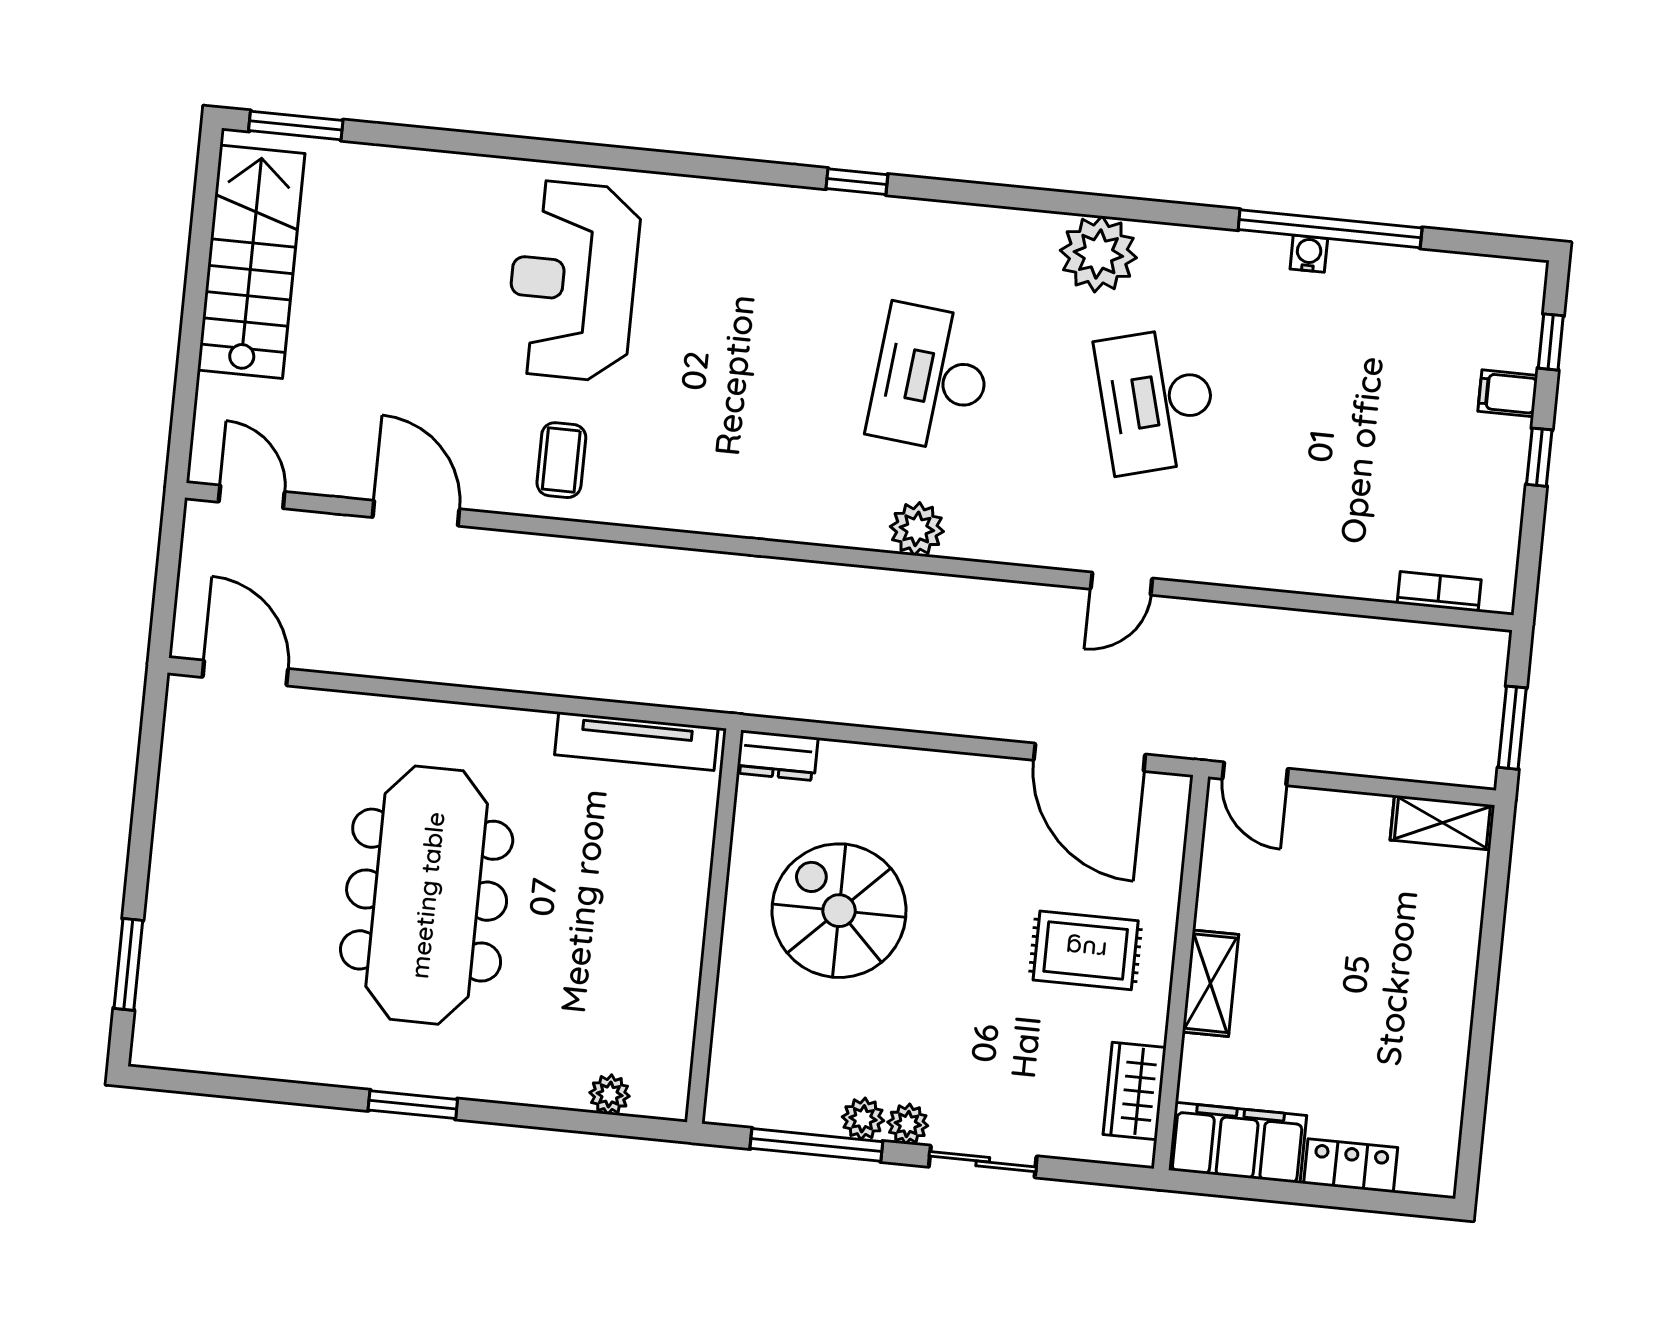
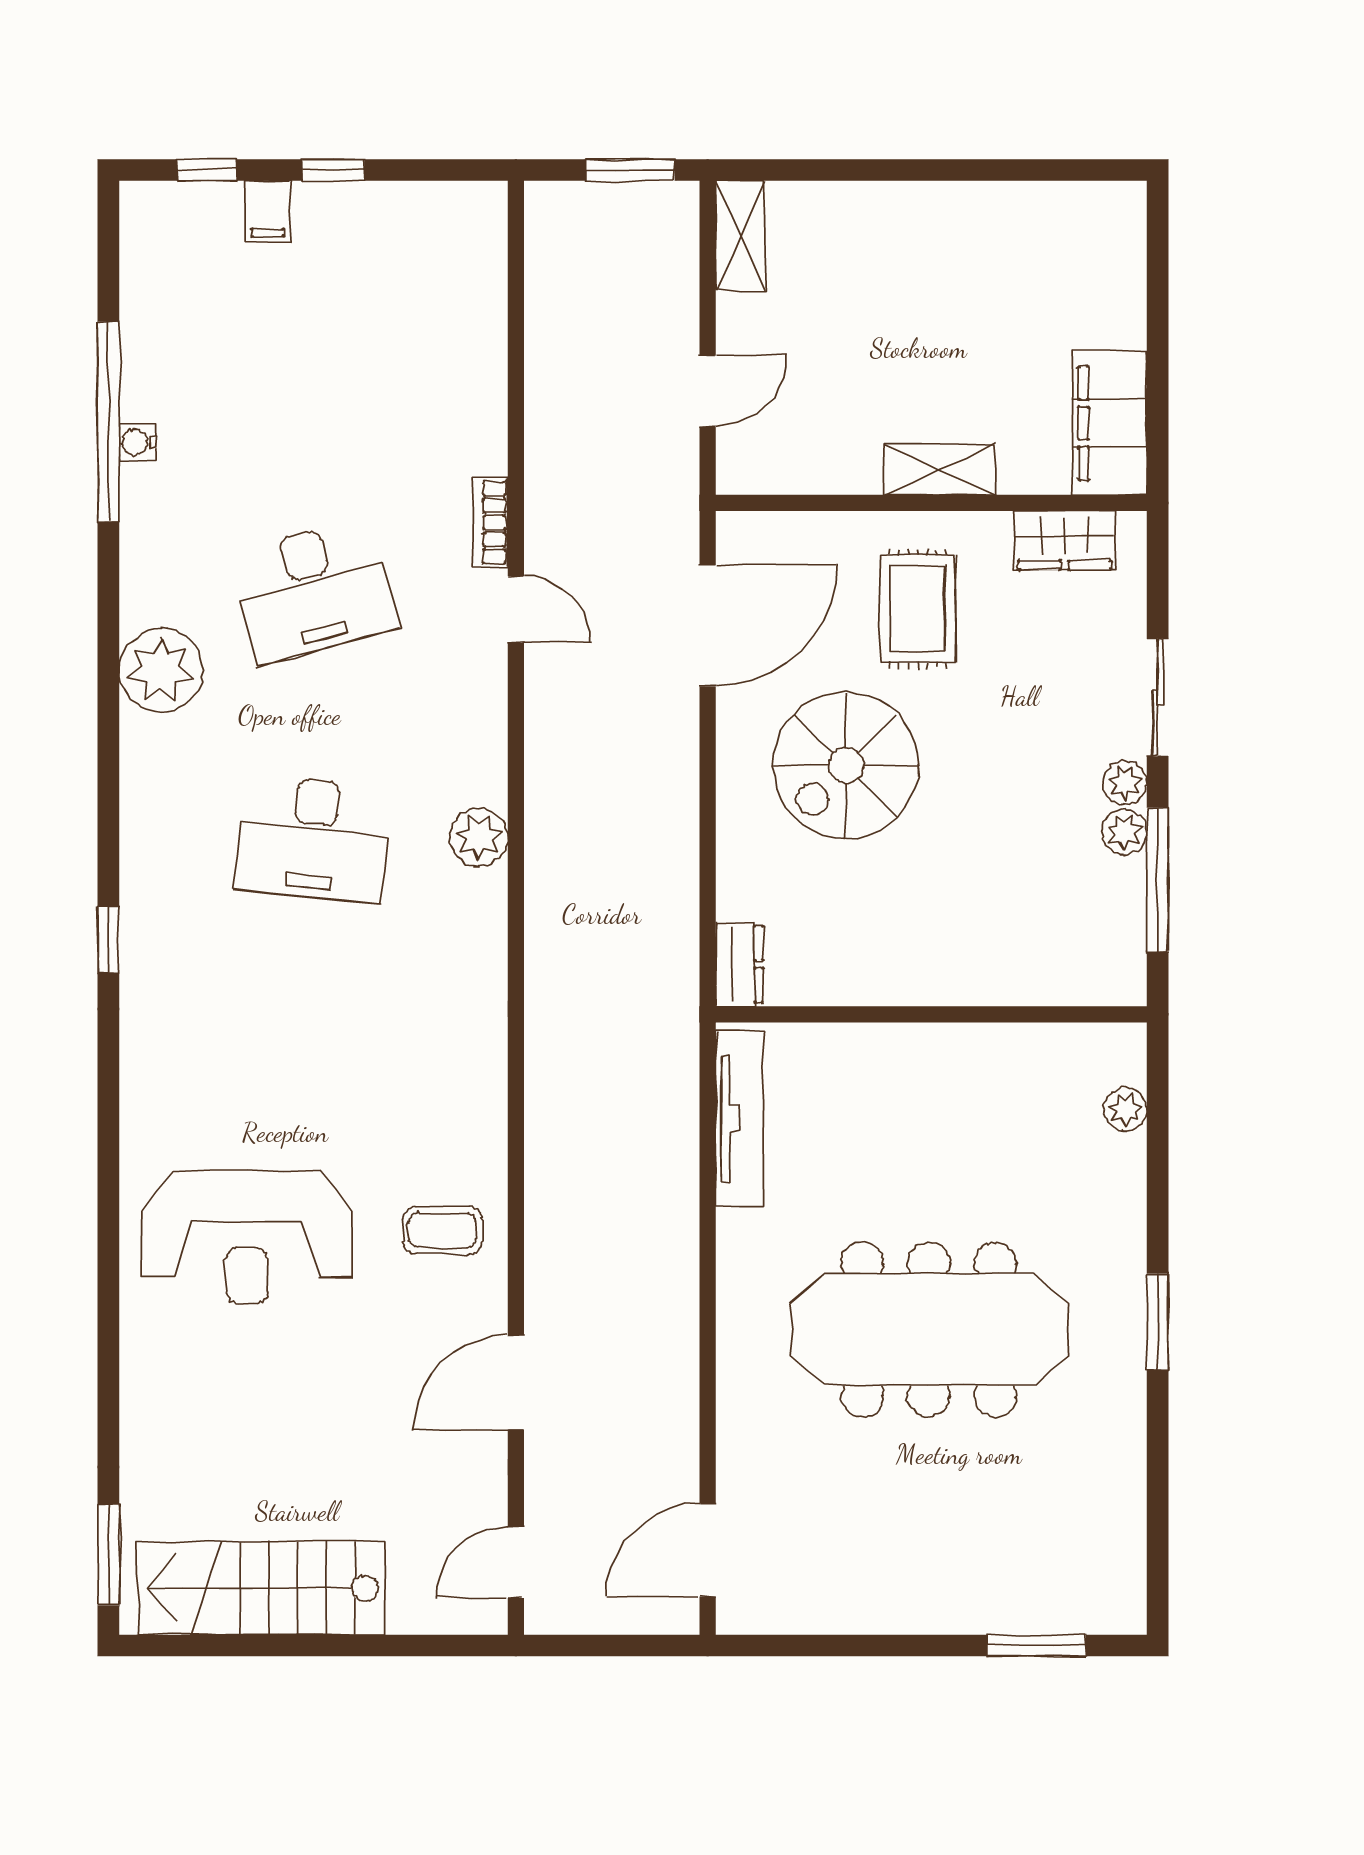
bookcase: (1439, 592) -> (490, 523), moved
door: (1255, 774) -> (708, 391), moved
spiral stairs: (839, 911) -> (846, 766), moved
locker: (1351, 1166) -> (1122, 298), removed

